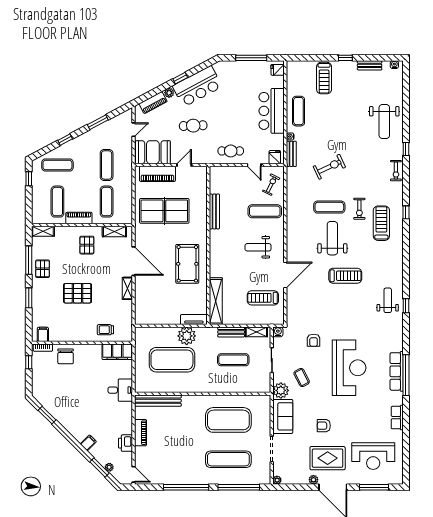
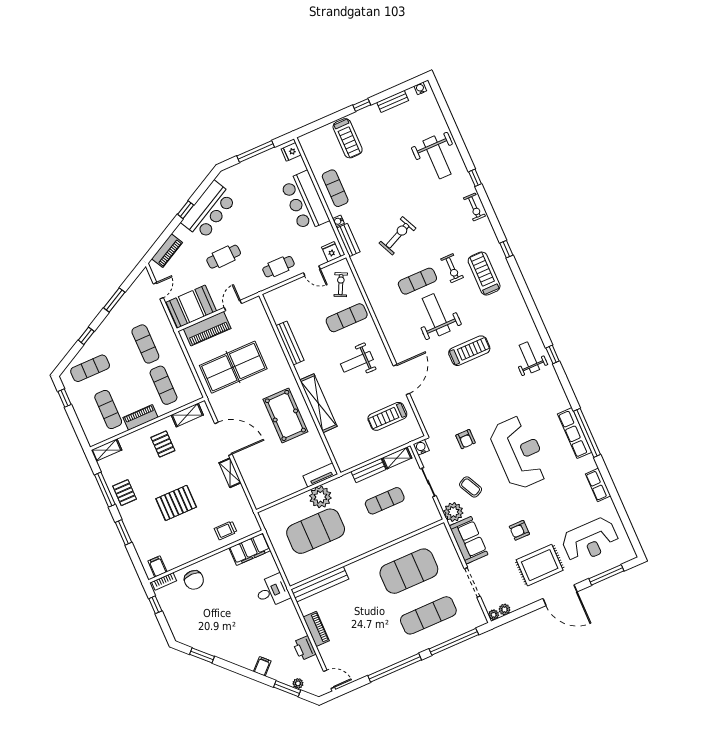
plant: (169, 93) -> (180, 232), removed
shelving: (216, 301) -> (318, 403), moved
plant: (313, 480) -> (504, 609), moved

